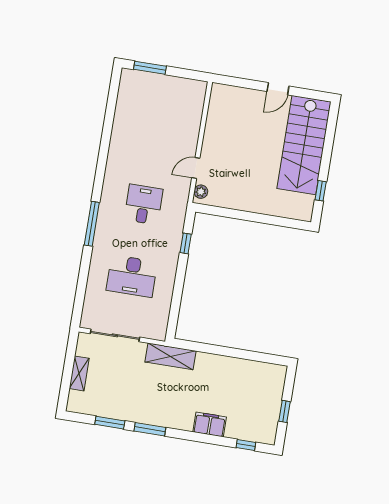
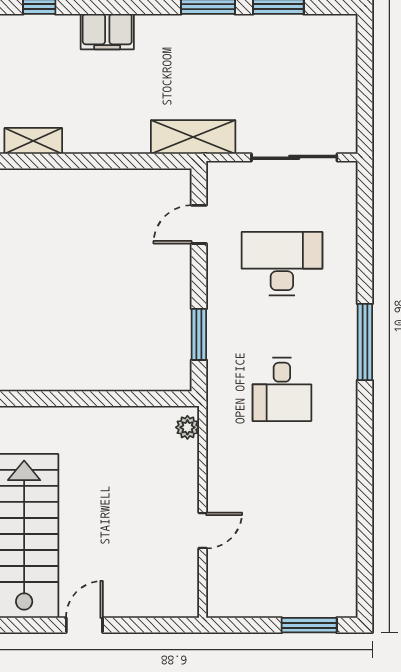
door: (196, 168) -> (203, 530), moved
window: (186, 243) -> (199, 334), width x1.50
door: (175, 306) -> (199, 224), added
shelving: (79, 373) -> (33, 141), moved, turned 90

